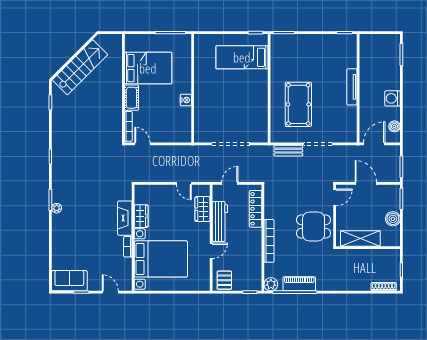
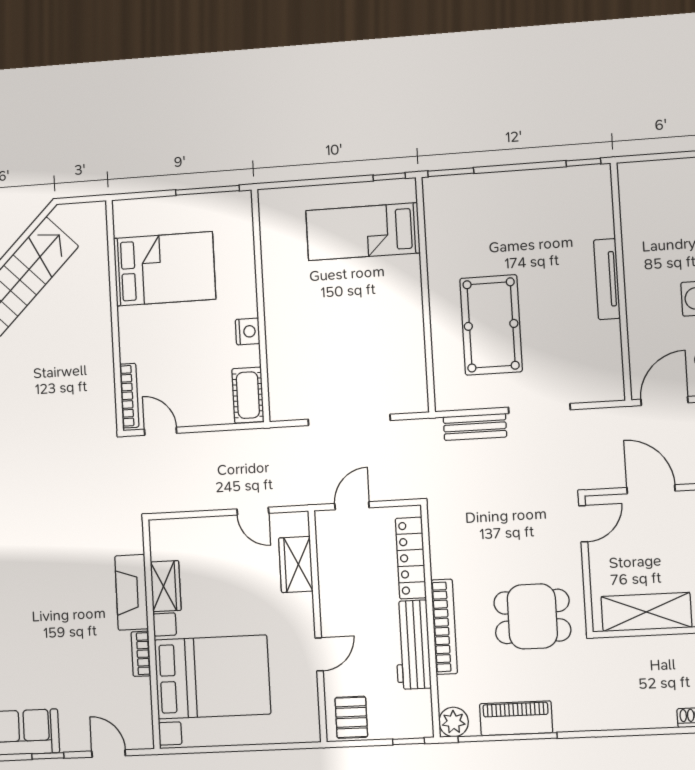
cot: (131, 98) -> (248, 395), moved
workbench: (220, 221) -> (412, 645), moved, turned 180
dining table: (314, 227) -> (532, 616), moved

